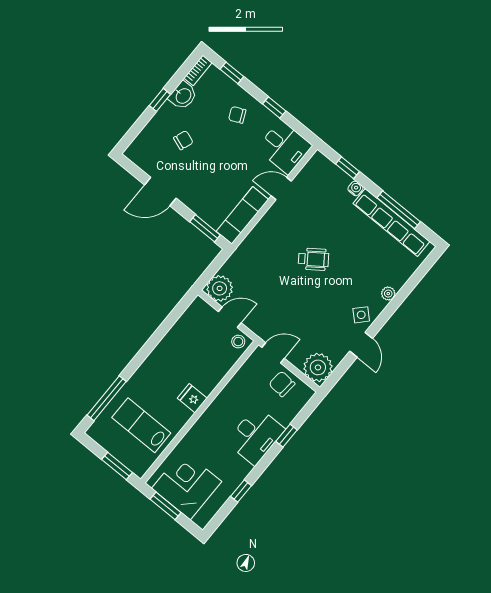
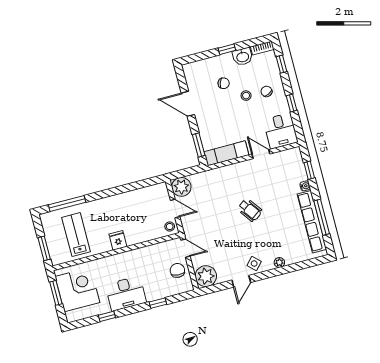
stool: (218, 136) -> (246, 96), added
desk: (256, 436) -> (126, 293), moved

